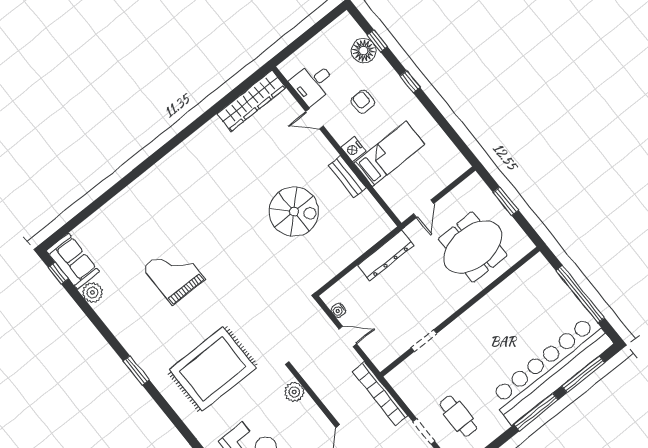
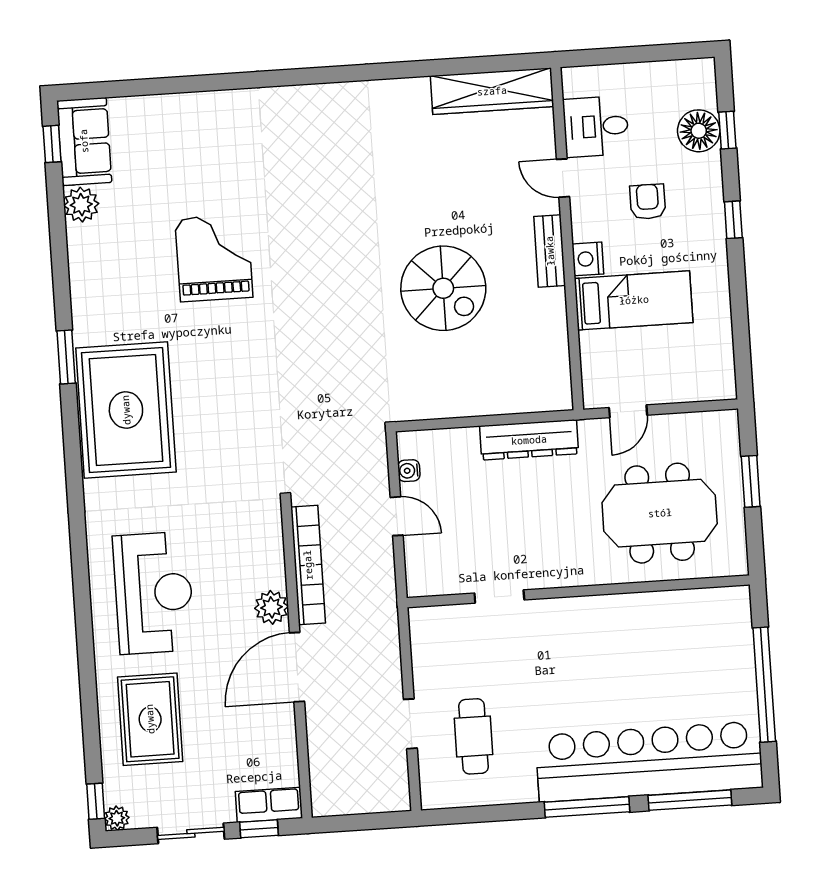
bench: (347, 177) -> (550, 251), moved
rug: (213, 369) -> (126, 410), moved, turned 90
plant: (294, 392) -> (271, 607), moved
bookcase: (380, 393) -> (308, 565), moved, turned 180

